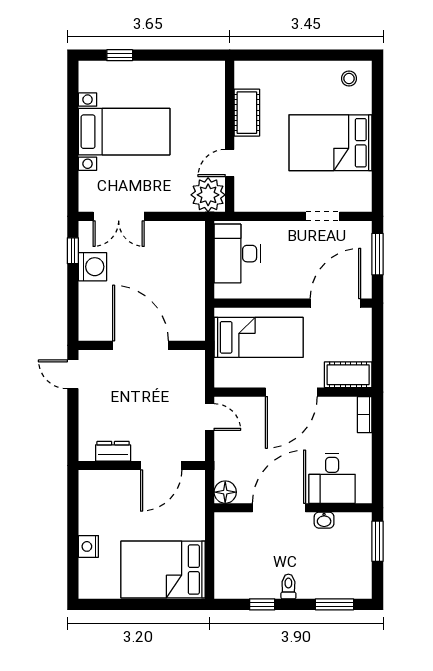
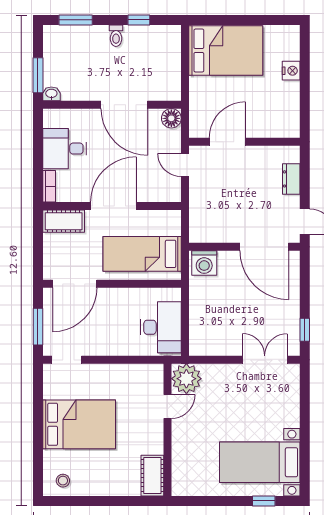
cot: (247, 113) -> (152, 476), moved
bed with nightstands: (124, 132) -> (260, 462), moved
doorway: (323, 216) -> (67, 360), moved
washing machine: (93, 267) -> (204, 263), moved, turned -90
door: (140, 345) -> (264, 247), moved
door: (210, 417) -> (185, 165), moved
dresser: (113, 451) -> (291, 179), moved, turned 90
desk: (332, 478) -> (65, 149), moved, turned -90
door: (279, 508) -> (124, 105), hinge flipped
washbasin: (324, 520) -> (51, 94), moved

